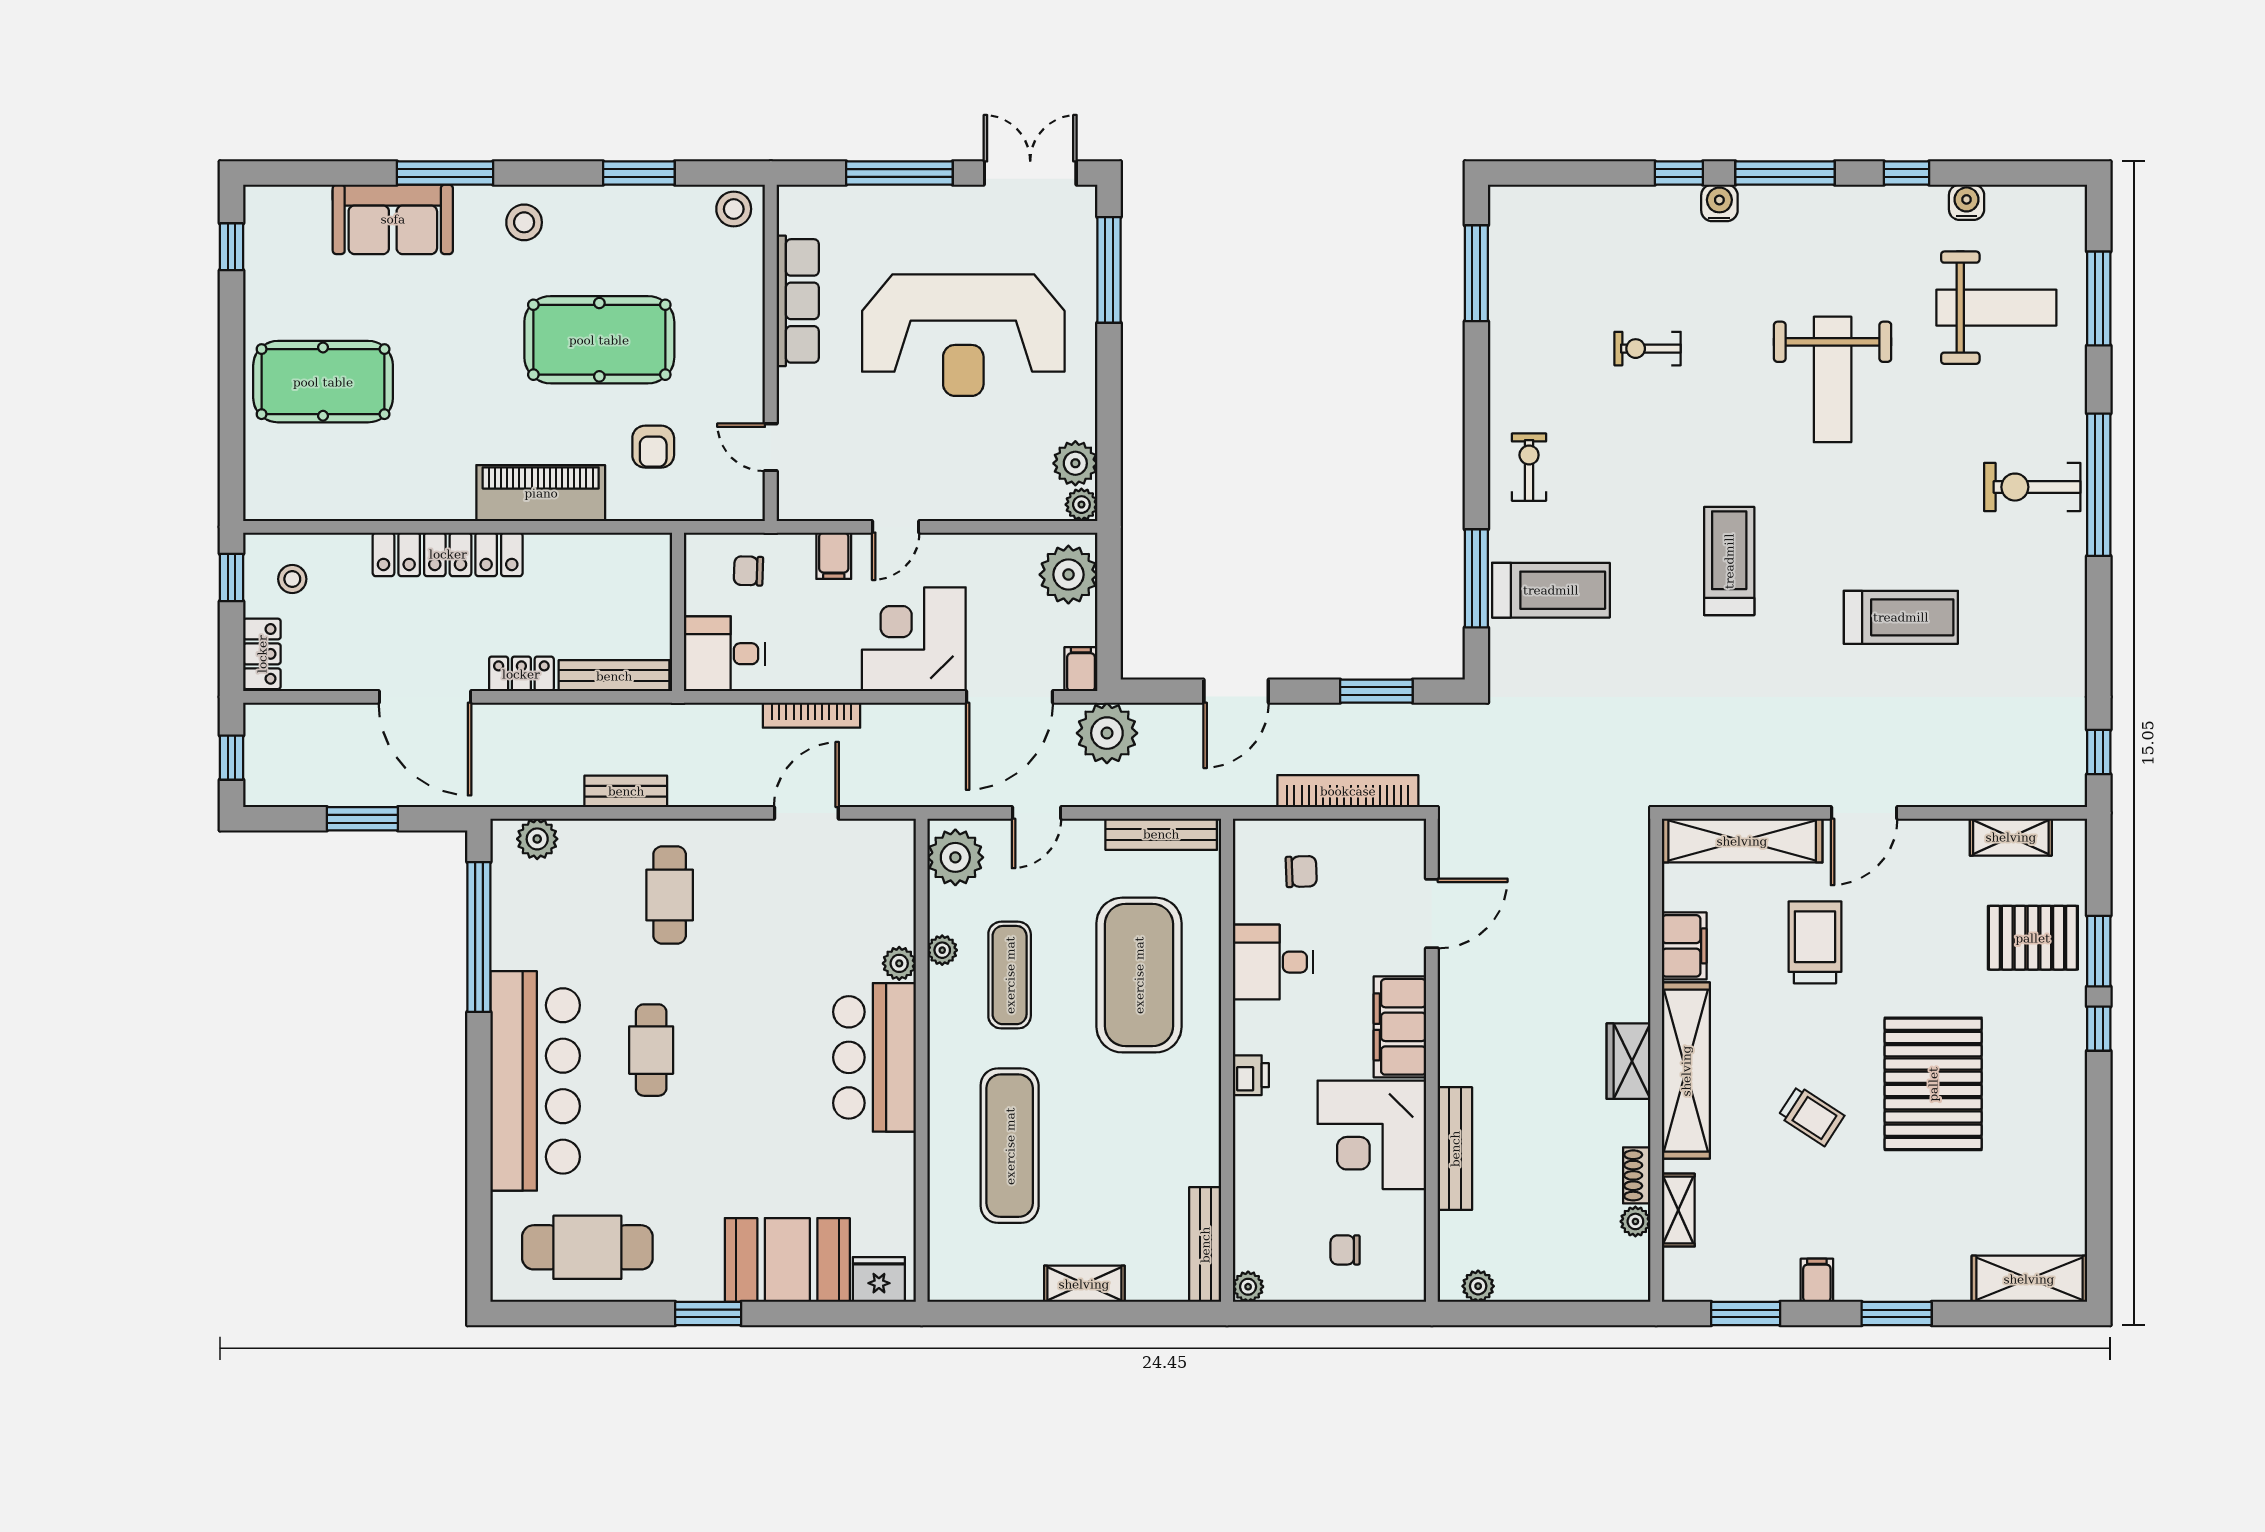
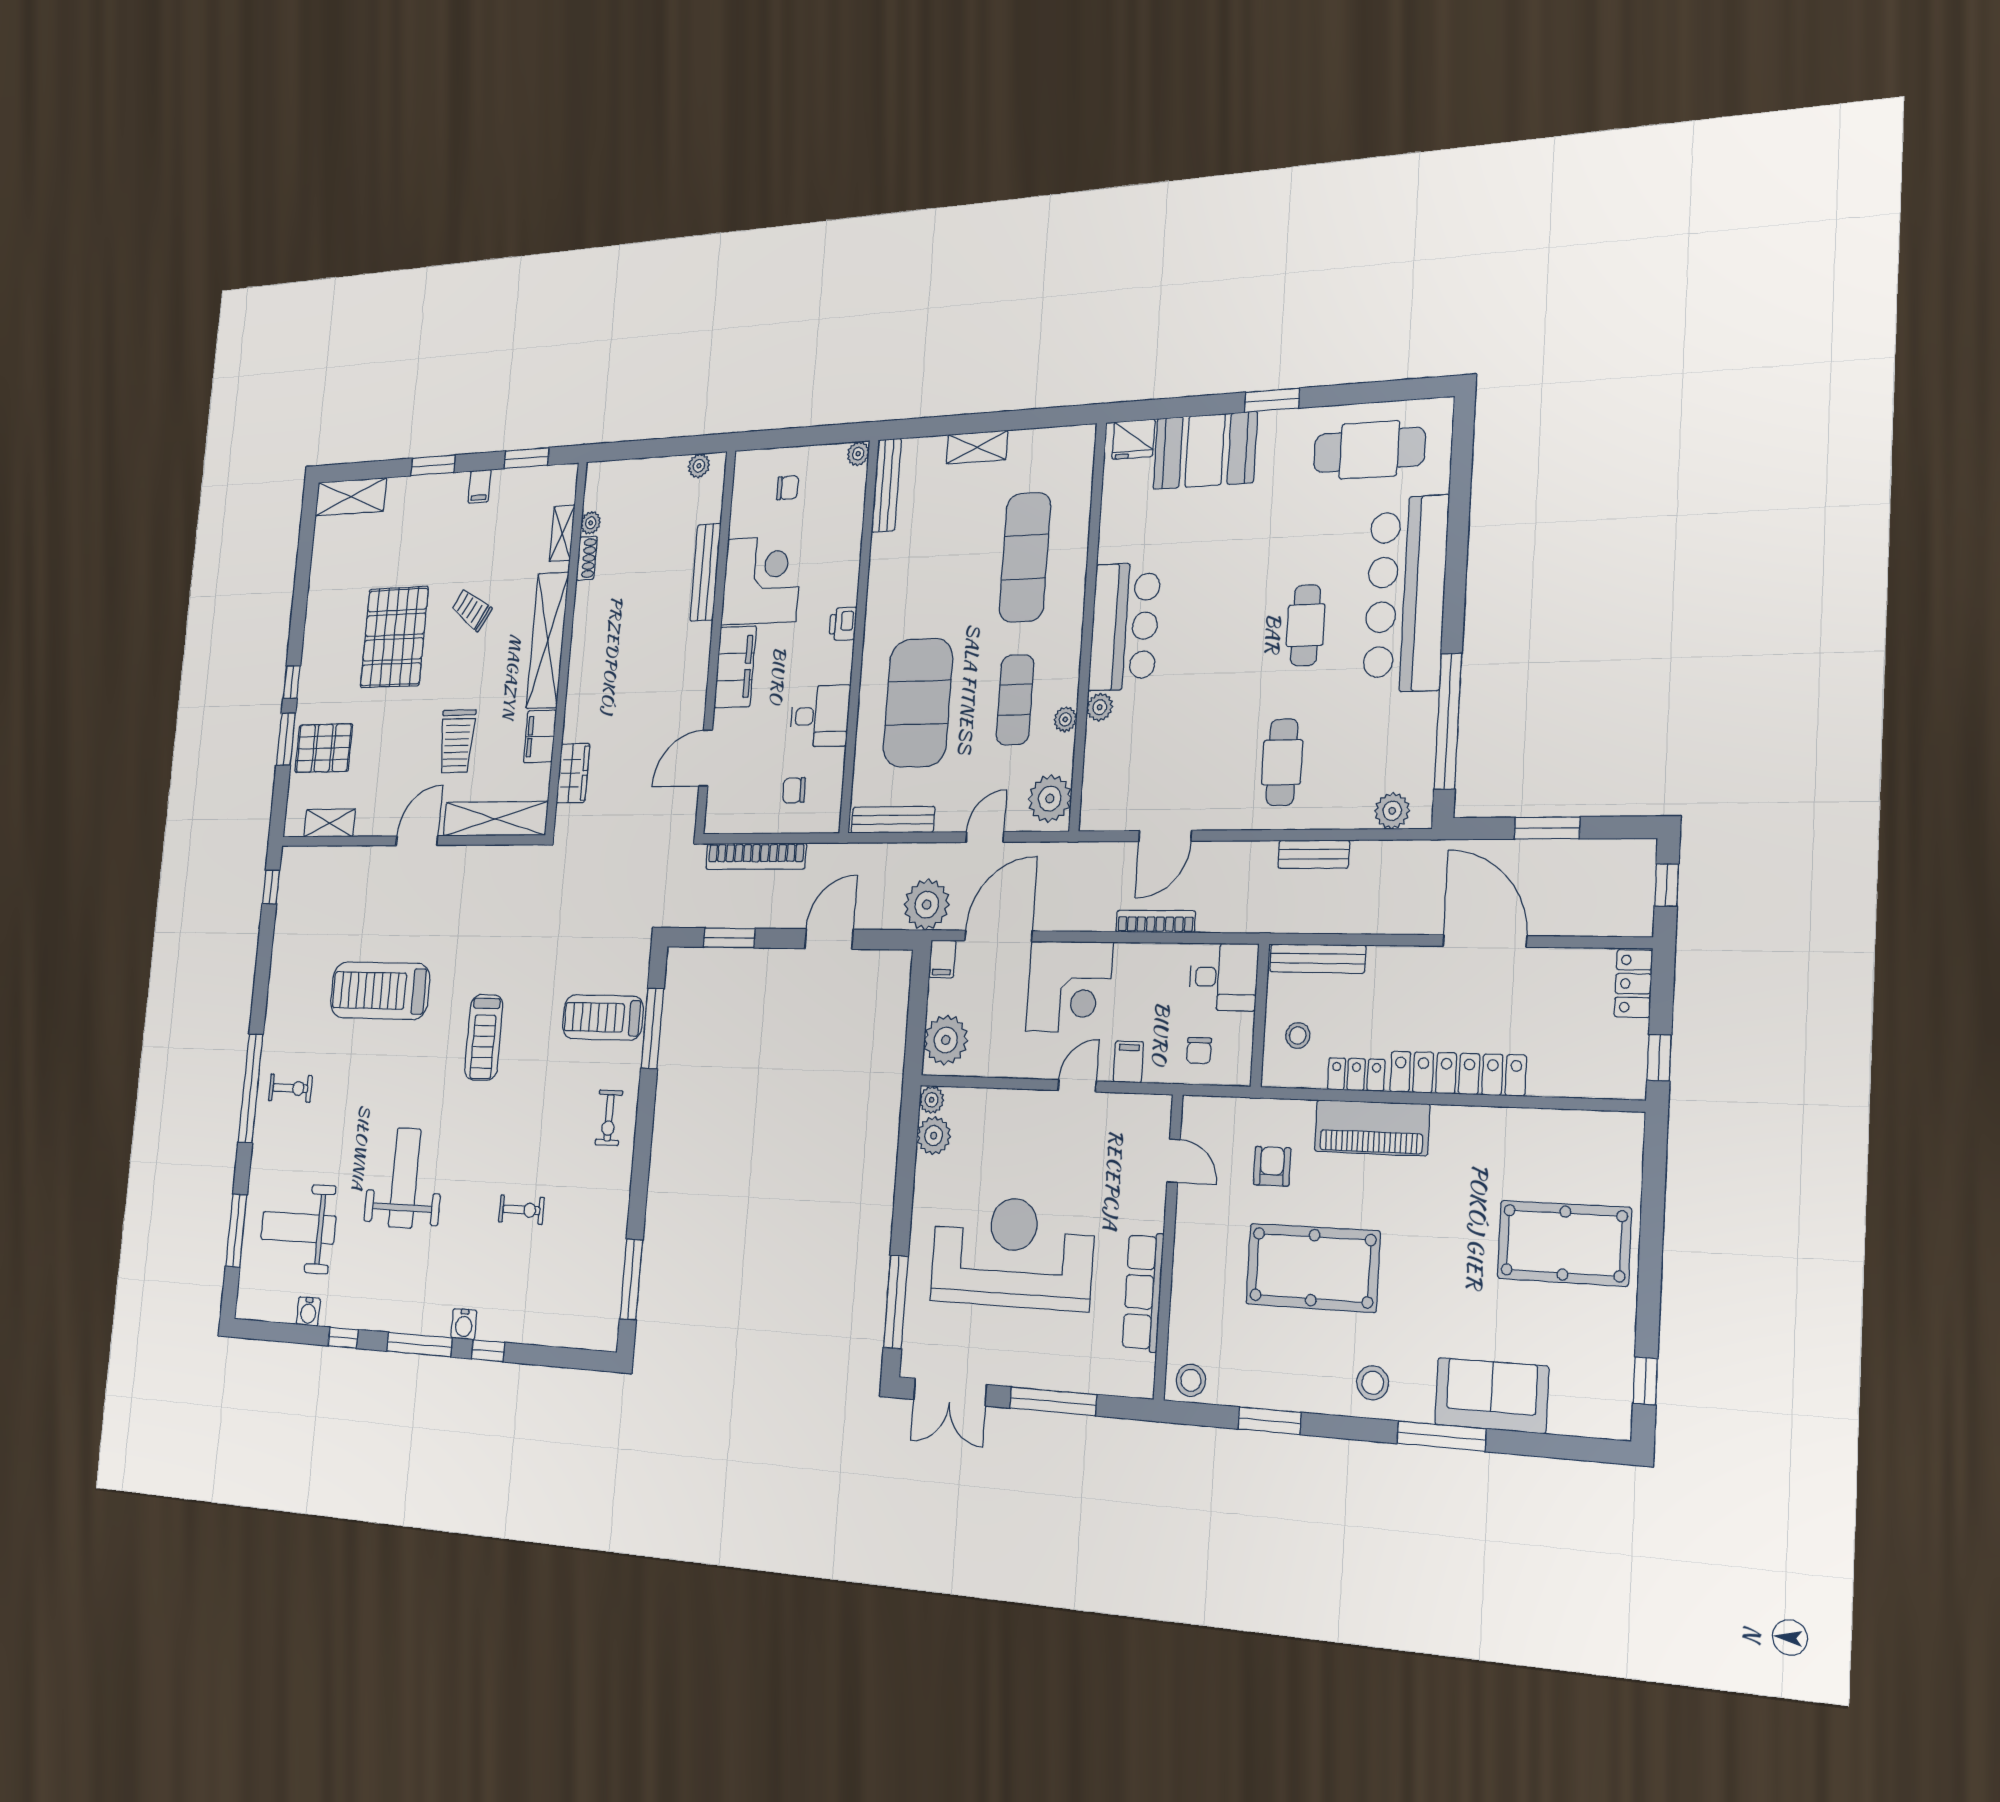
exercise bike: (2032, 487) -> (290, 1088), width x0.73, depth x0.72
chair: (748, 571) -> (1199, 1051), turned 88
stool: (292, 579) -> (1298, 1035), moved
treadmill: (1901, 617) -> (380, 991), width x1.37, depth x1.38
locker: (521, 674) -> (1356, 1074), moved, turned 180
wardrobe: (1628, 1061) -> (573, 773), moved

